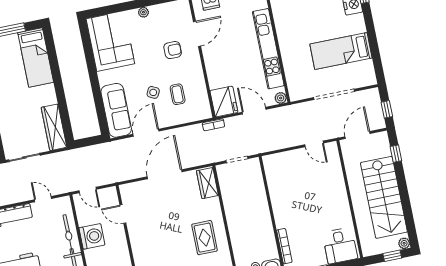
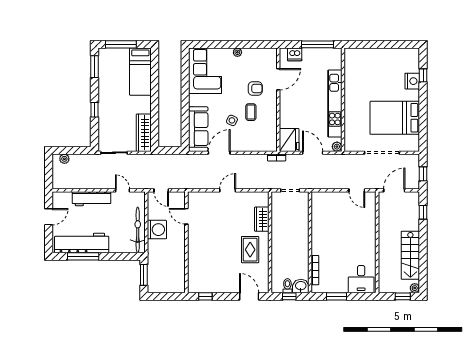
bed: (341, 51) -> (395, 118), width x1.50
coffee table: (178, 94) -> (251, 112), moved
door: (165, 174) -> (228, 190), width x0.53
wardrobe: (207, 183) -> (262, 219), moved
stairs: (384, 197) -> (410, 255), width x0.73, depth x0.66

